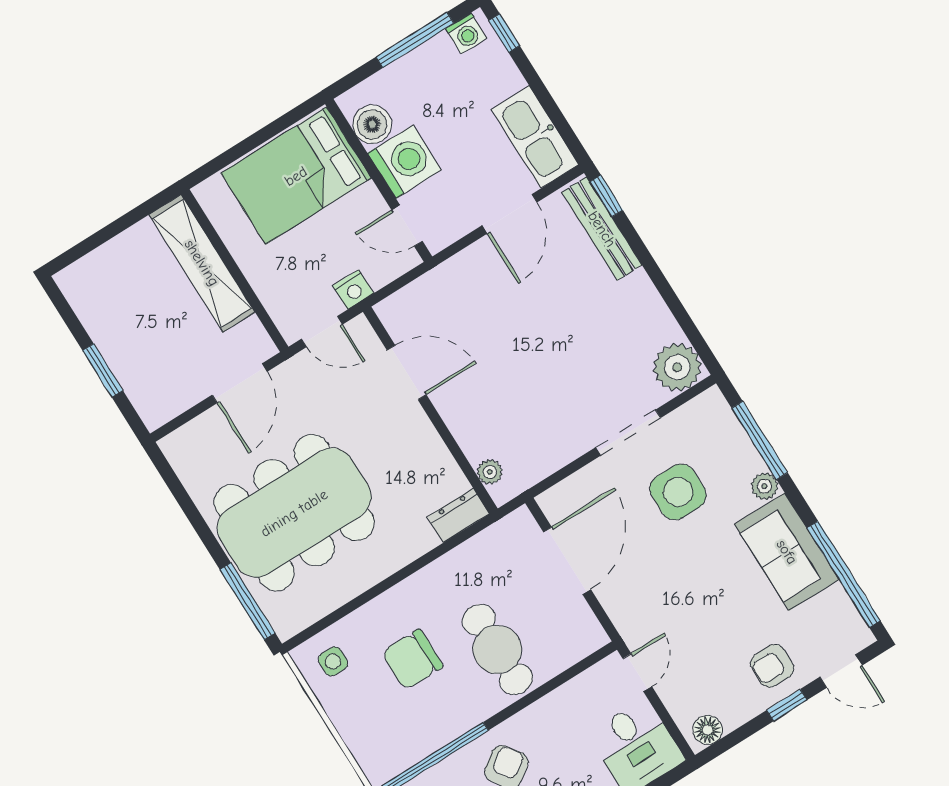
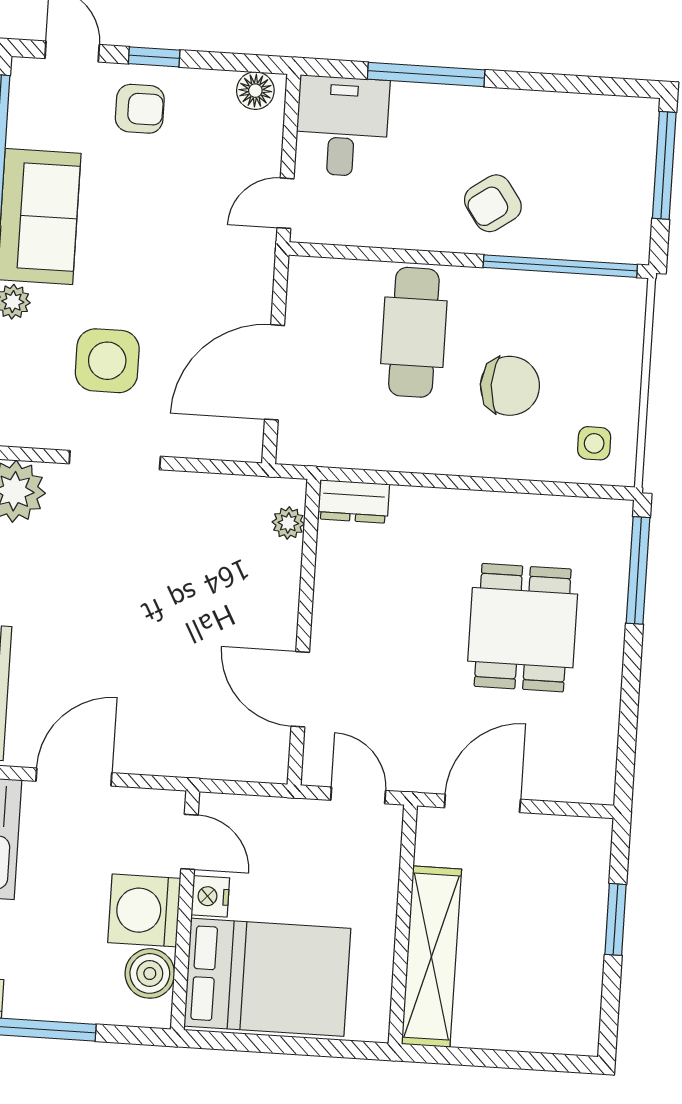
nightstand: (353, 290) -> (210, 896), moved, turned -90
dining table: (294, 513) -> (523, 628), width x0.53, depth x0.80

